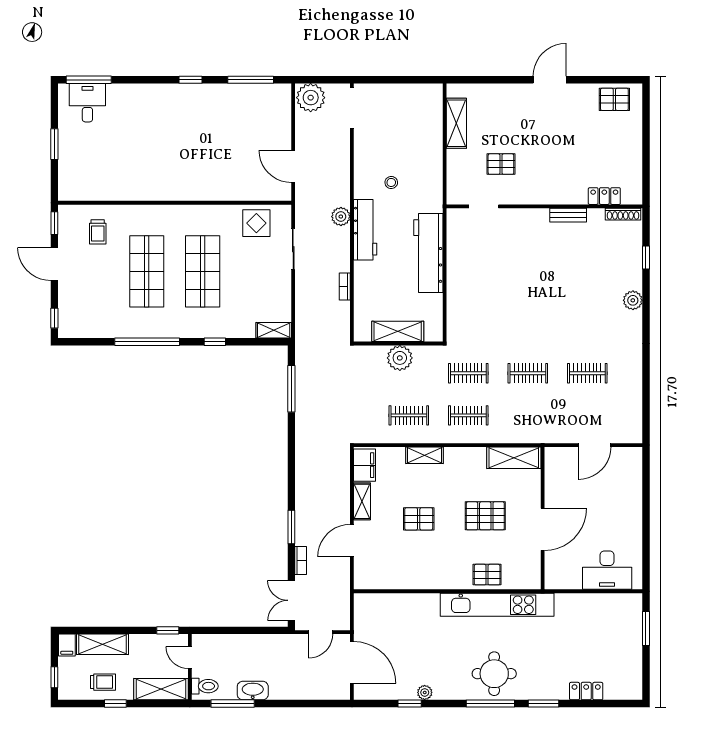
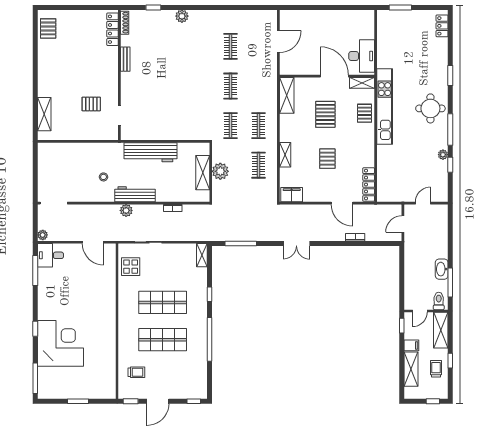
window: (190, 80) -> (35, 329), moved
door: (550, 80) -> (35, 72), removed
plant: (311, 98) -> (43, 235), width x0.53, depth x0.53
desk: (87, 103) -> (50, 255), moved
corner desk: (141, 118) -> (61, 343), added
shelving: (456, 123) -> (44, 114), moved, turned 90
pallet: (501, 164) -> (91, 104), turned 90
door: (293, 167) -> (93, 242), hinge flipped
locker: (604, 196) -> (113, 29), width x1.53
door: (595, 445) -> (278, 42), hinge flipped
shelving: (362, 501) -> (362, 83), moved
window: (291, 527) -> (333, 243), removed
desk: (607, 570) -> (362, 56), moved
locker: (380, 581) -> (369, 185), added
double door: (291, 600) -> (296, 243), moved
door: (321, 632) -> (403, 224), swing flipped
filing cabinet: (67, 645) -> (411, 345), moved
door: (352, 662) -> (423, 203), width x0.53
locker: (586, 691) -> (442, 26), moved
window: (490, 703) -> (450, 129), moved

